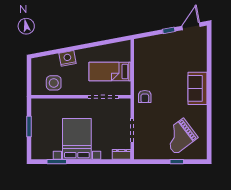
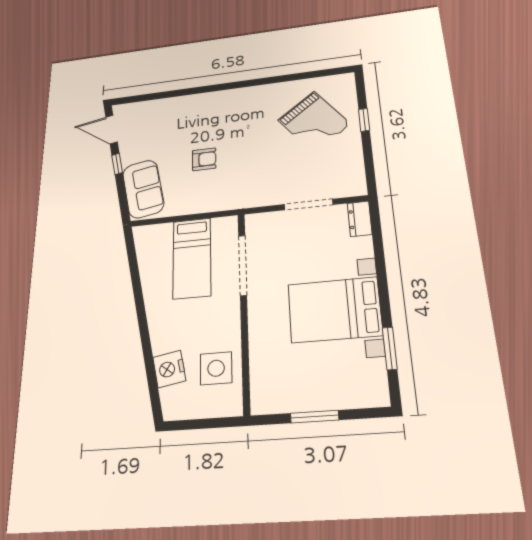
nightstand: (68, 58) -> (169, 369), moved
sofa: (198, 88) -> (143, 189), moved, turned -101
armchair: (145, 97) -> (204, 159), moved

